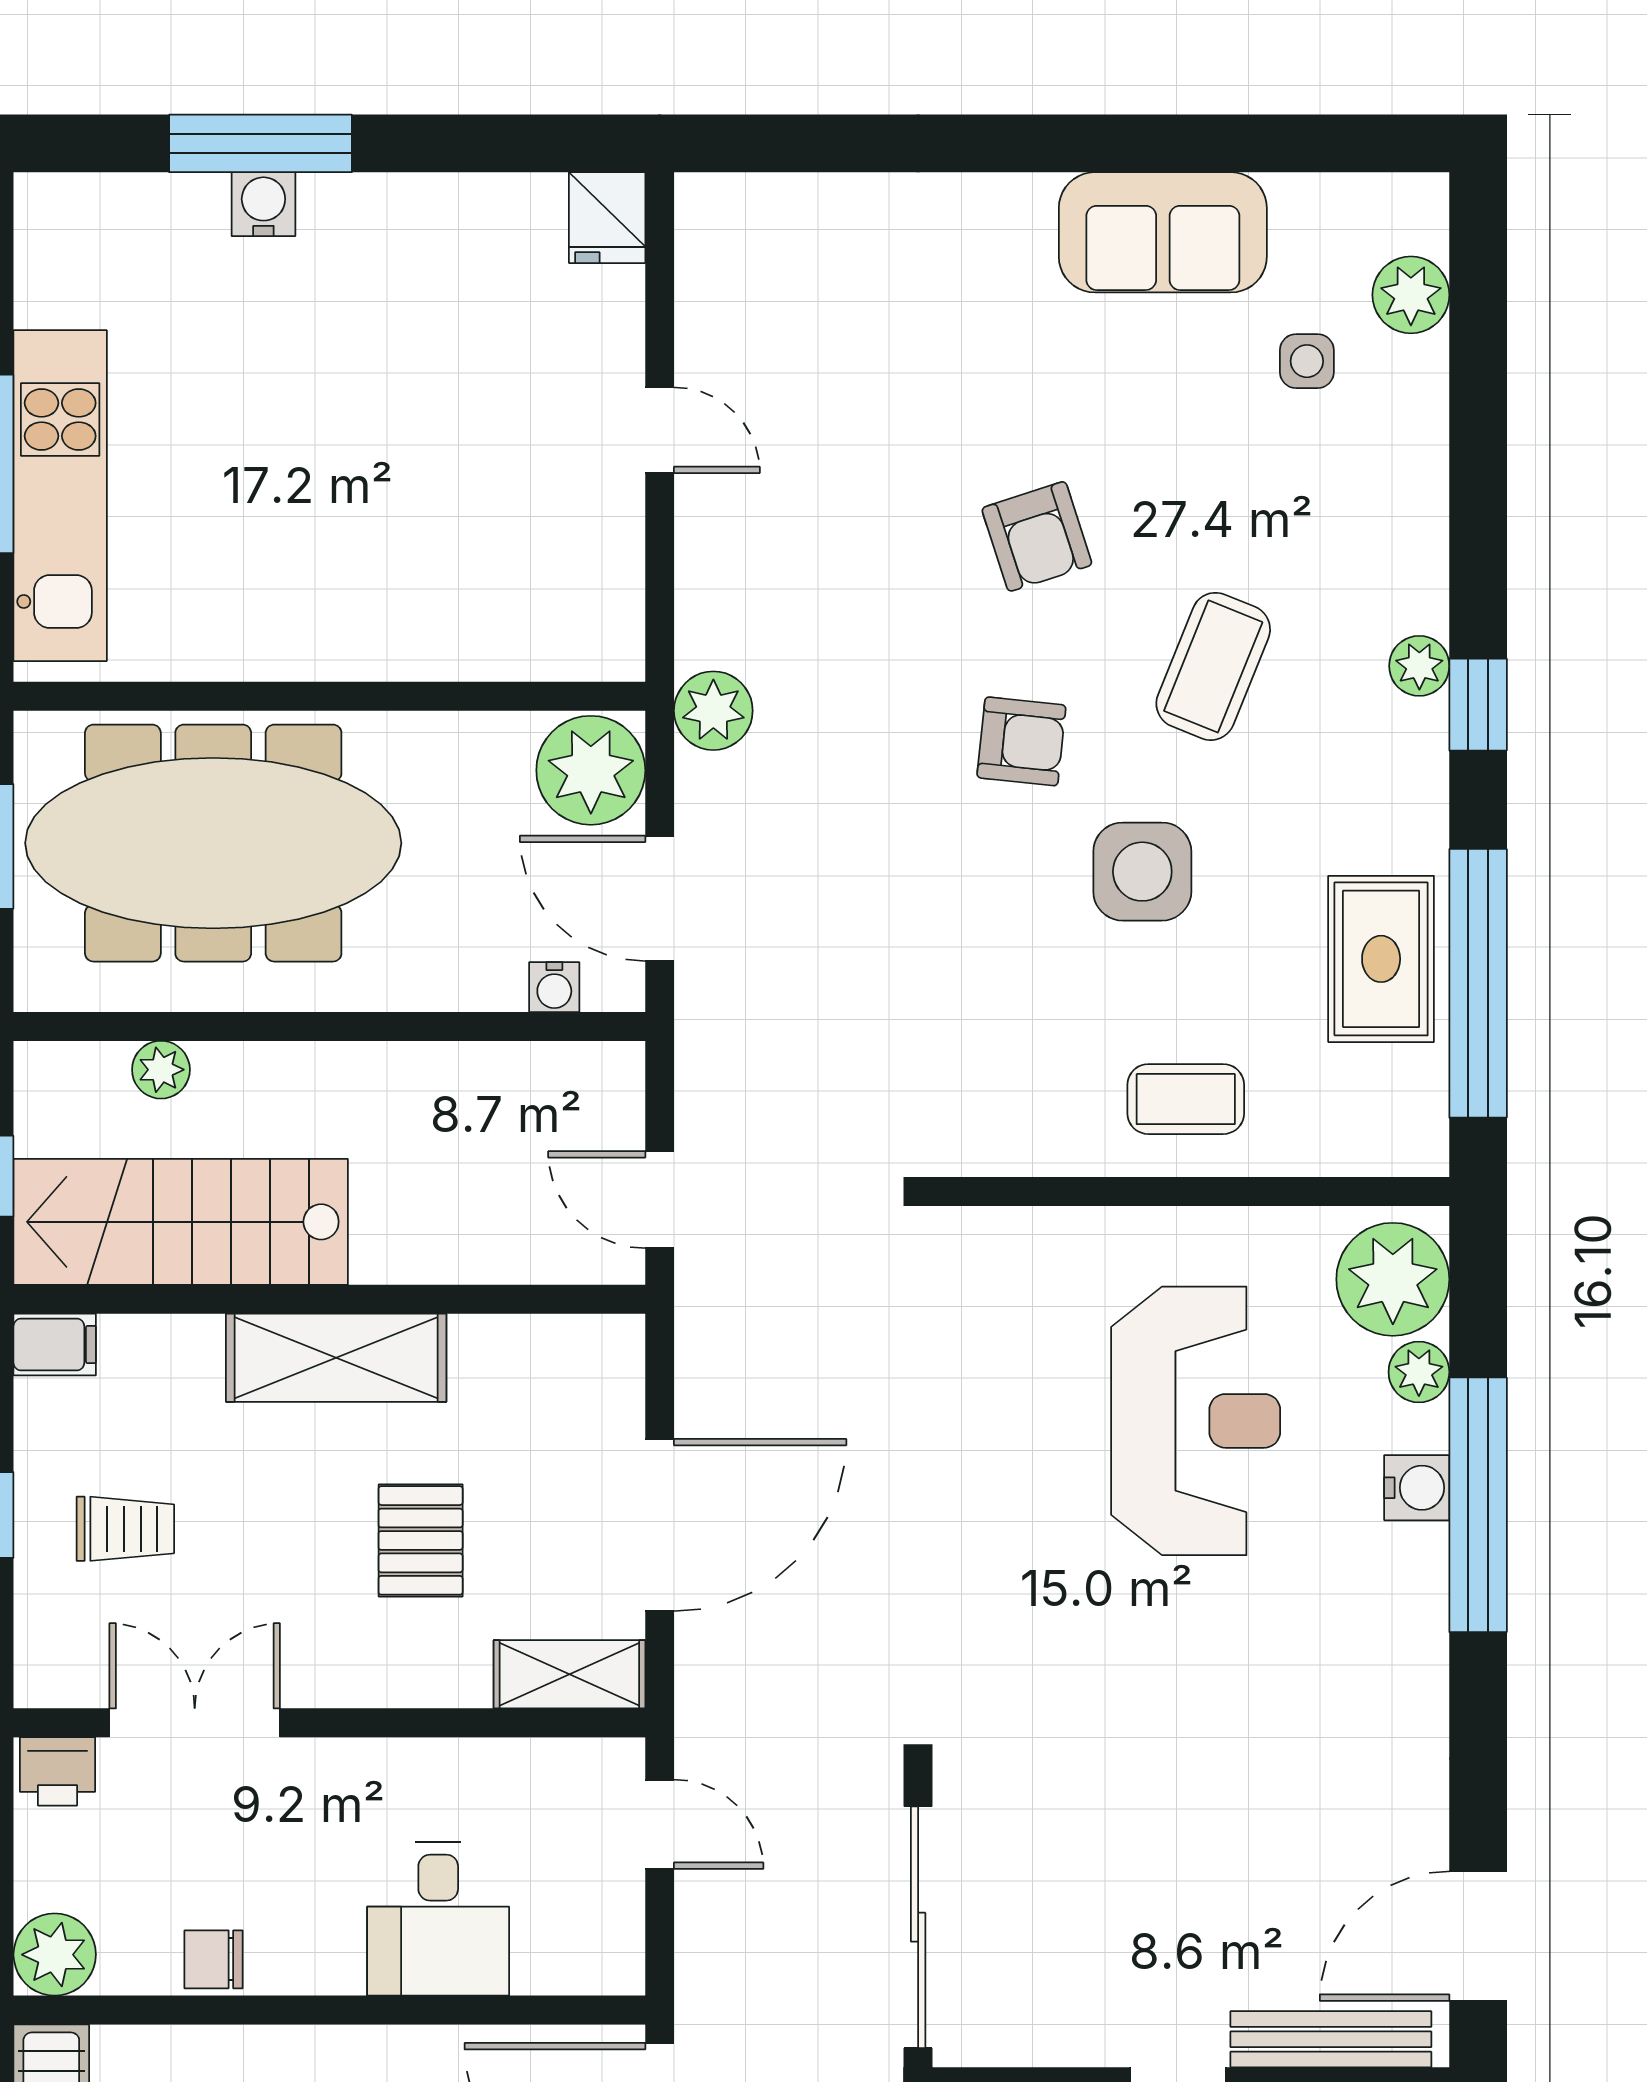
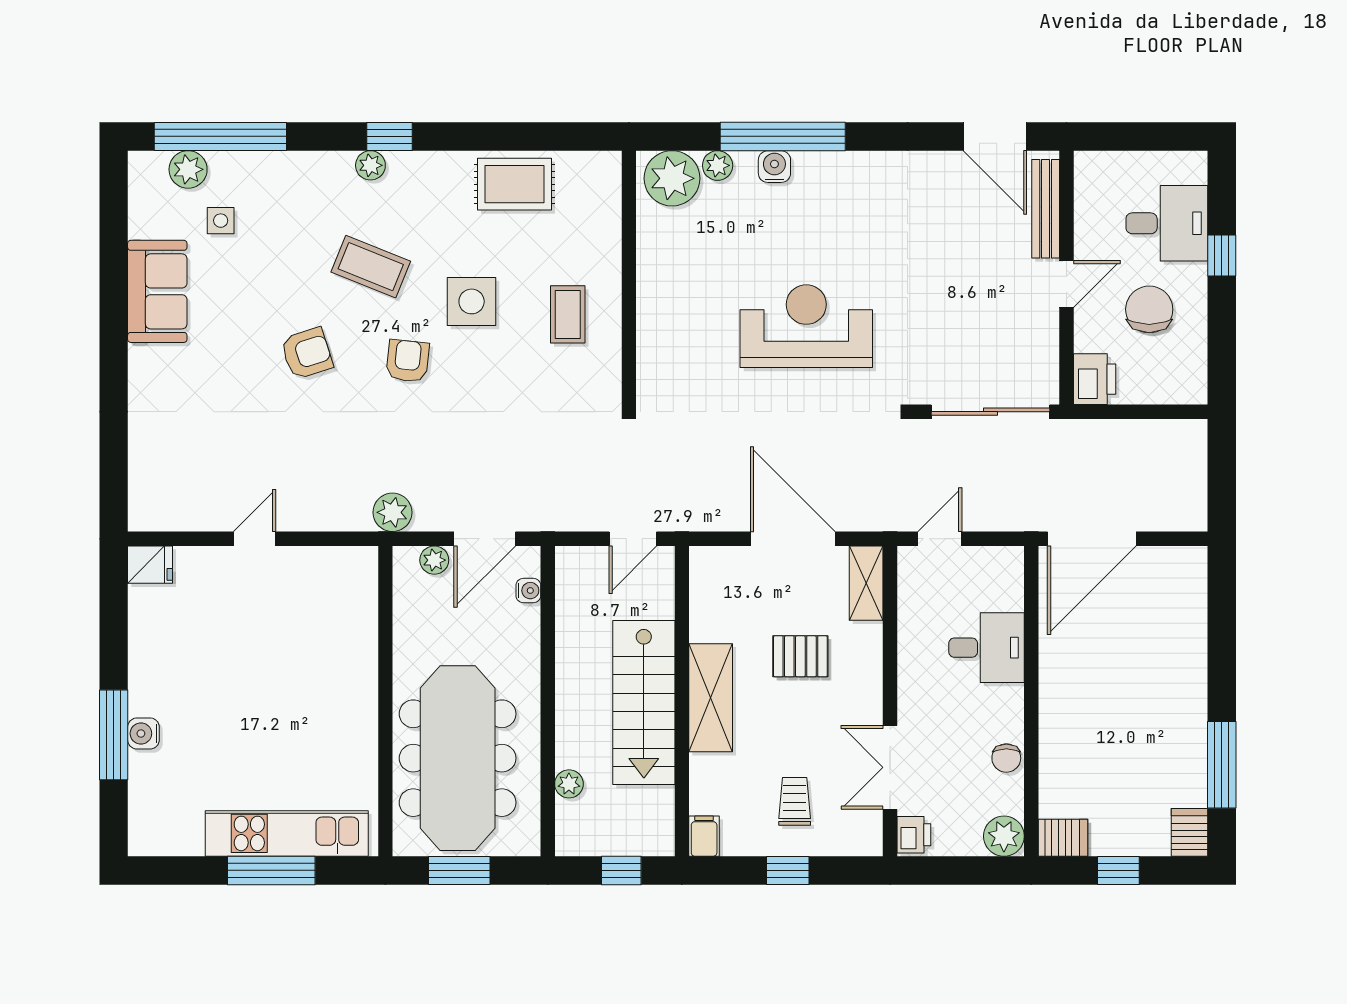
plant: (591, 770) -> (434, 560), width x0.53, depth x0.53
window: (1478, 983) -> (220, 136), moved
coffee table: (1186, 1099) -> (568, 314), moved
stairs: (181, 1222) -> (644, 703), moved
reception desk: (1196, 1421) -> (806, 326), moved

